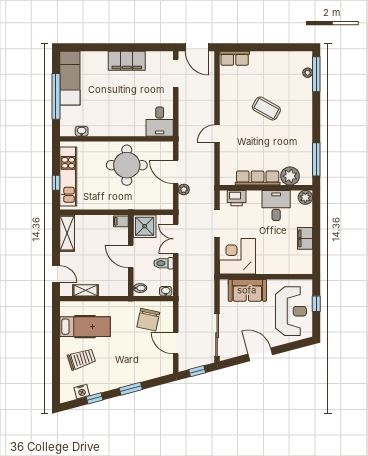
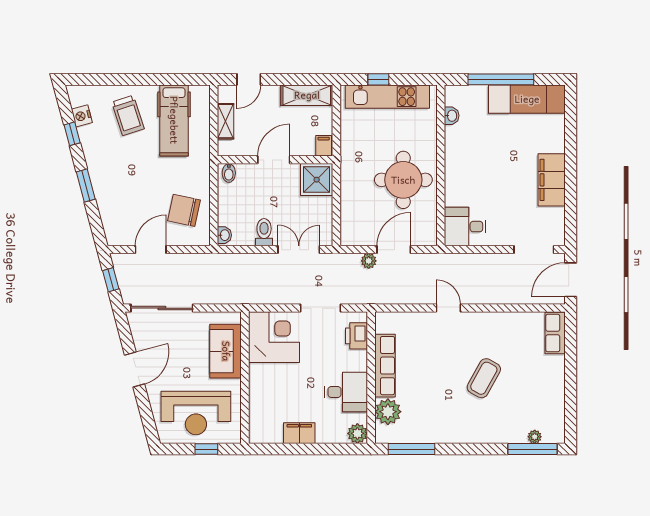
filing cabinet: (121, 221) -> (324, 146), moved
shower: (145, 226) -> (317, 180), moved
wall: (131, 255) -> (275, 160), moved
door: (131, 256) -> (274, 160), moved
bidet: (140, 288) -> (229, 173), moved

